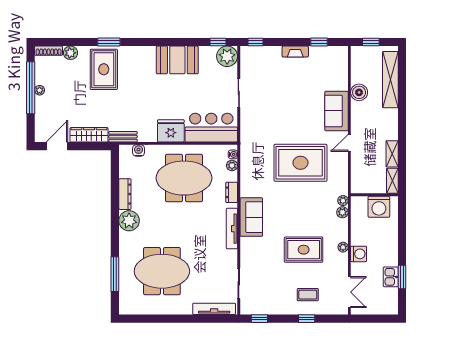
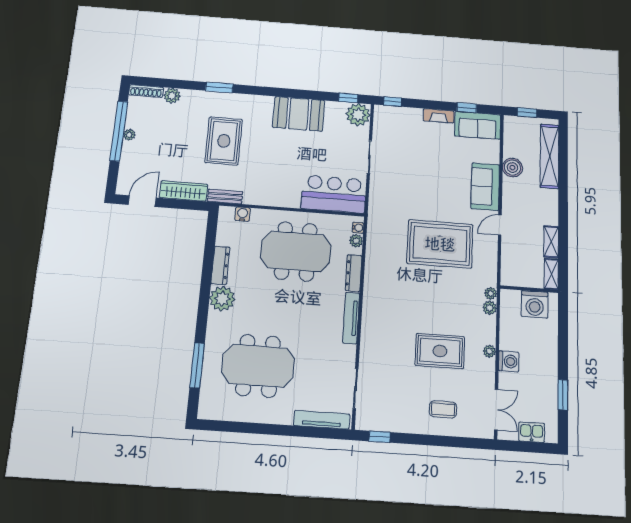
rug: (104, 69) -> (224, 141), moved
fridge: (171, 131) -> (284, 194), removed
dresser: (232, 192) -> (354, 273), width x1.44
sofa: (251, 217) -> (478, 125), moved, turned 90
kitchen sink: (391, 277) -> (532, 432), moved, turned 90
window: (307, 319) -> (440, 441), removed

